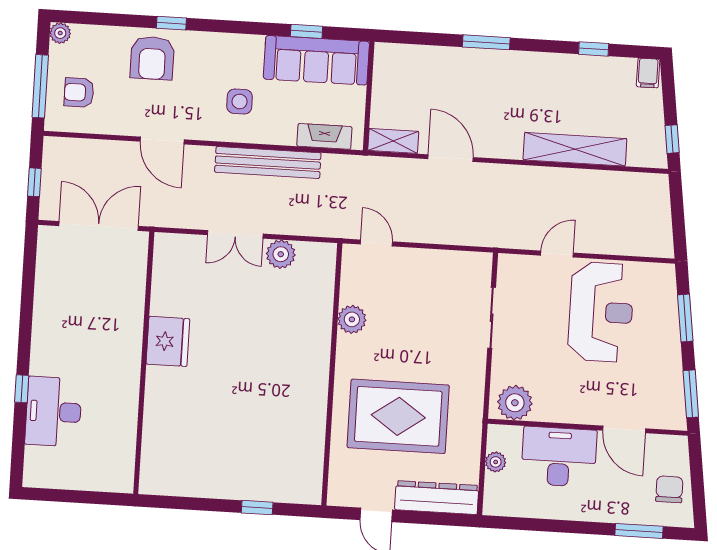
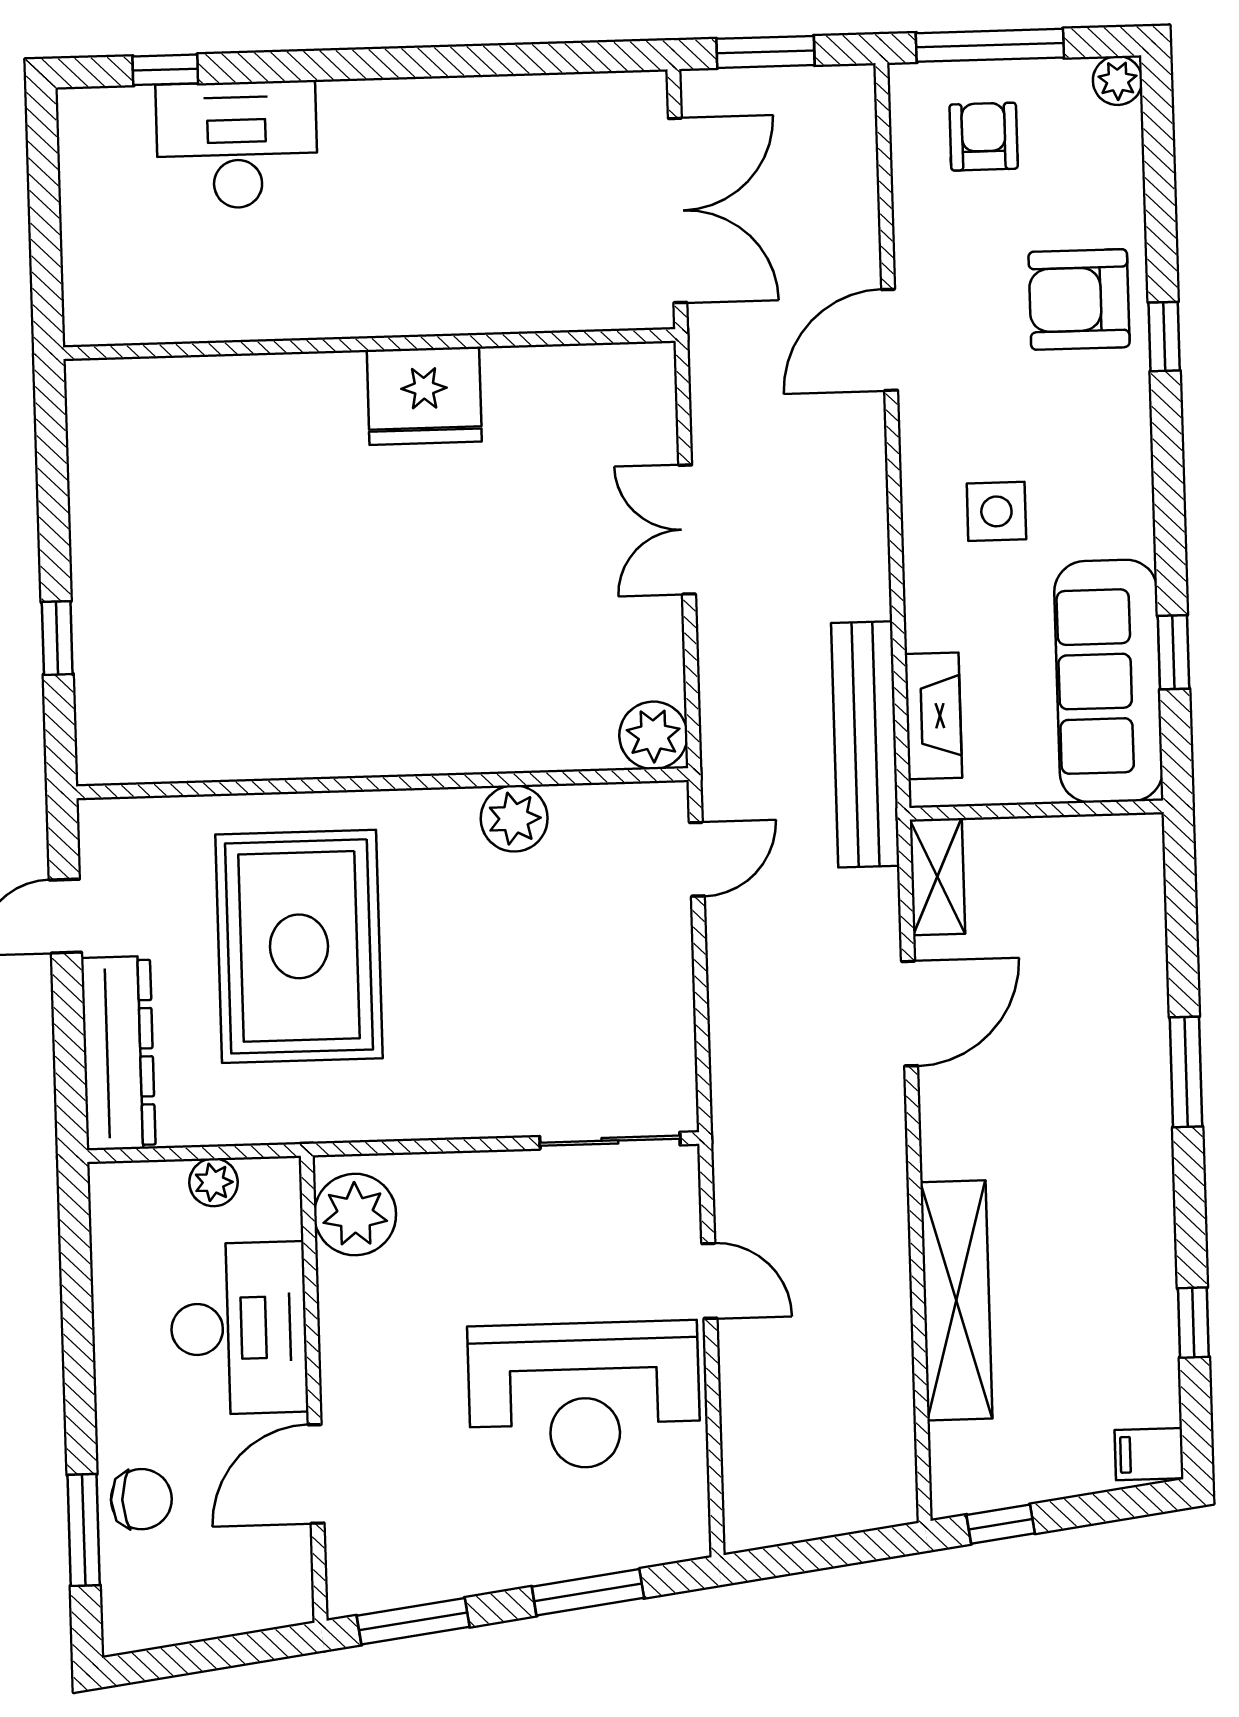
bench: (268, 163) -> (865, 744), moved
window: (34, 182) -> (765, 52), width x1.50
plant: (281, 254) -> (653, 735), moved
sliding door: (492, 318) -> (610, 1141), moved
window: (22, 389) -> (165, 70), moved
chair: (669, 489) -> (141, 1499), moved

